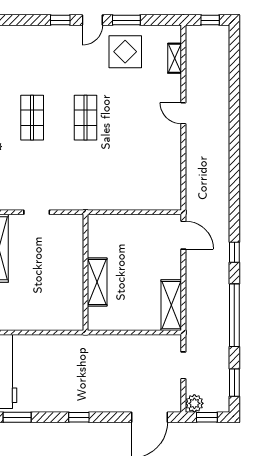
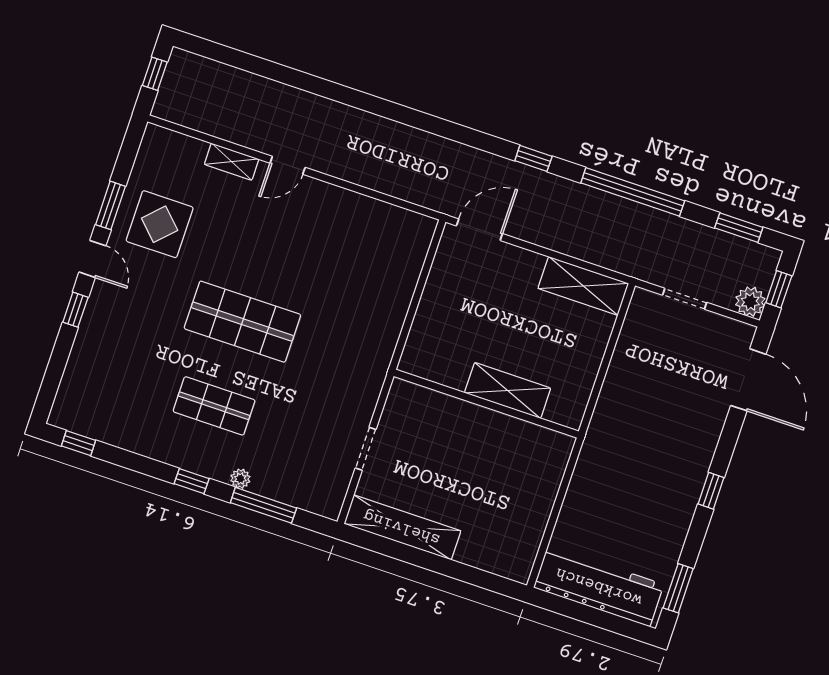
shelving: (175, 58) -> (232, 162), moved
shop shelf: (86, 118) -> (242, 322), width x1.43, depth x1.36

